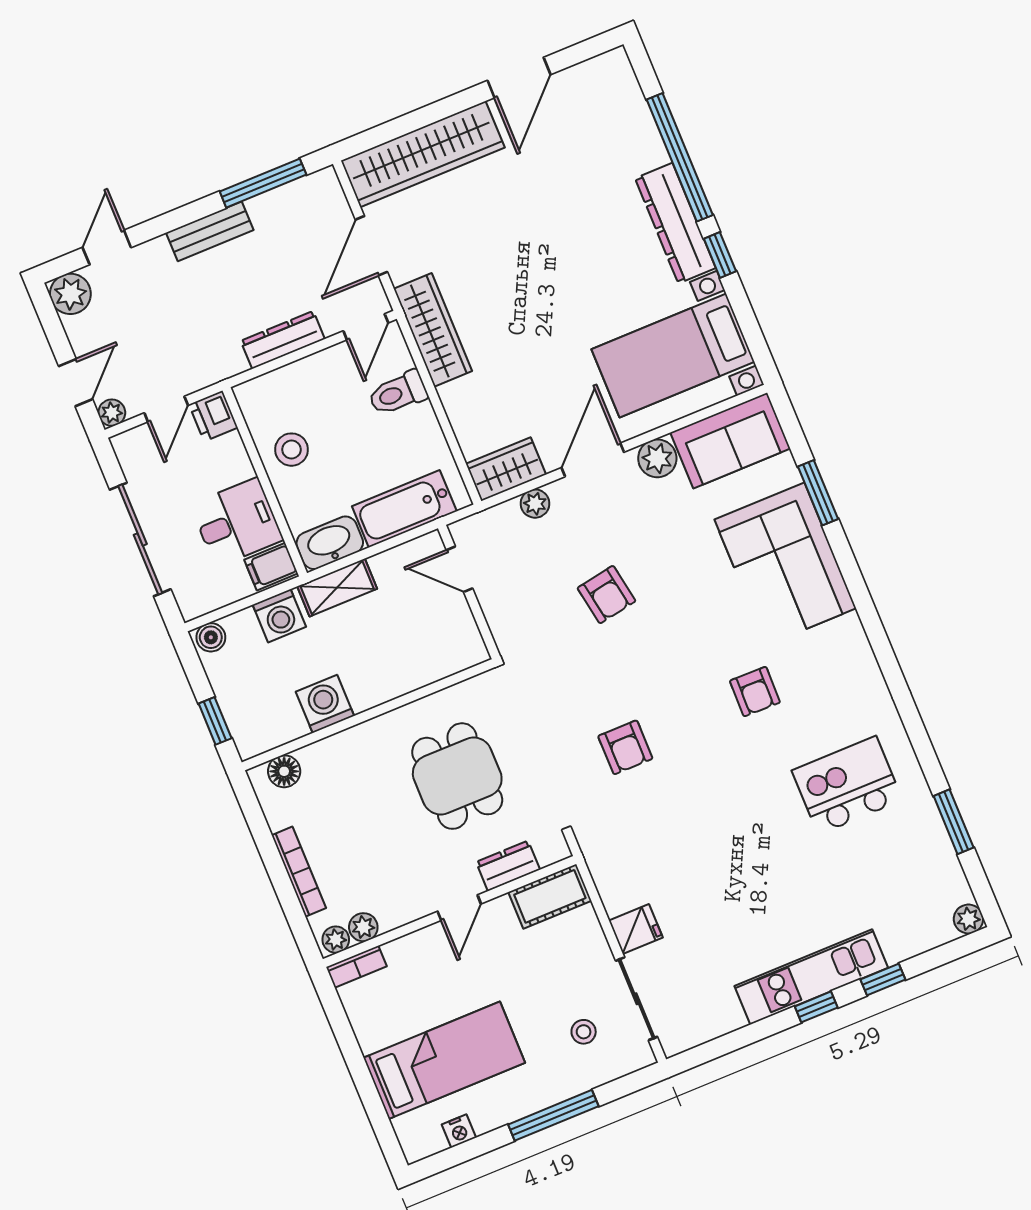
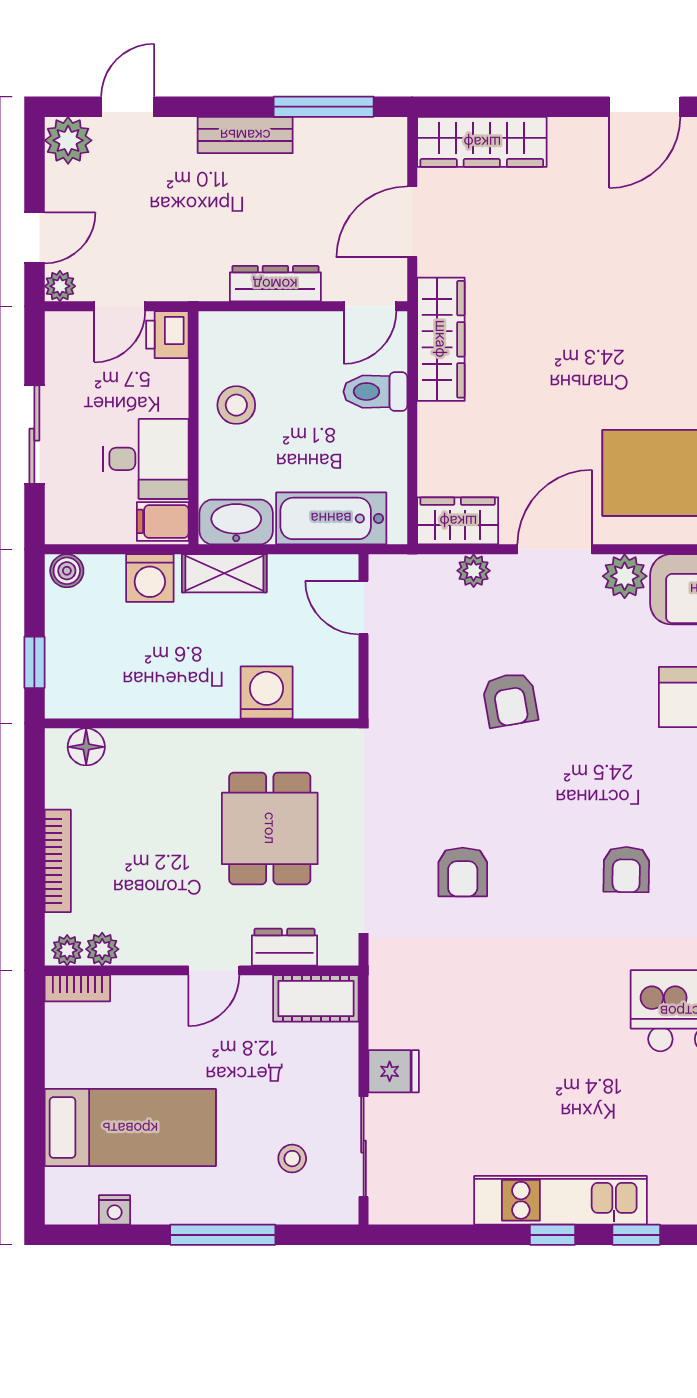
wardrobe: (423, 154) -> (482, 142), width x0.71, depth x0.85
sliding door: (140, 539) -> (34, 435), width x0.73
washing machine: (325, 704) -> (267, 693), moved

